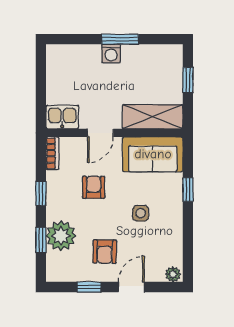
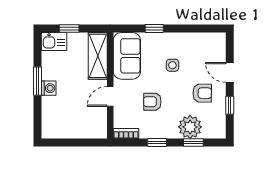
kitchen sink: (62, 117) -> (54, 42), moved, turned -90
door: (100, 133) -> (110, 96), swing flipped
plant: (173, 274) -> (220, 40), removed

